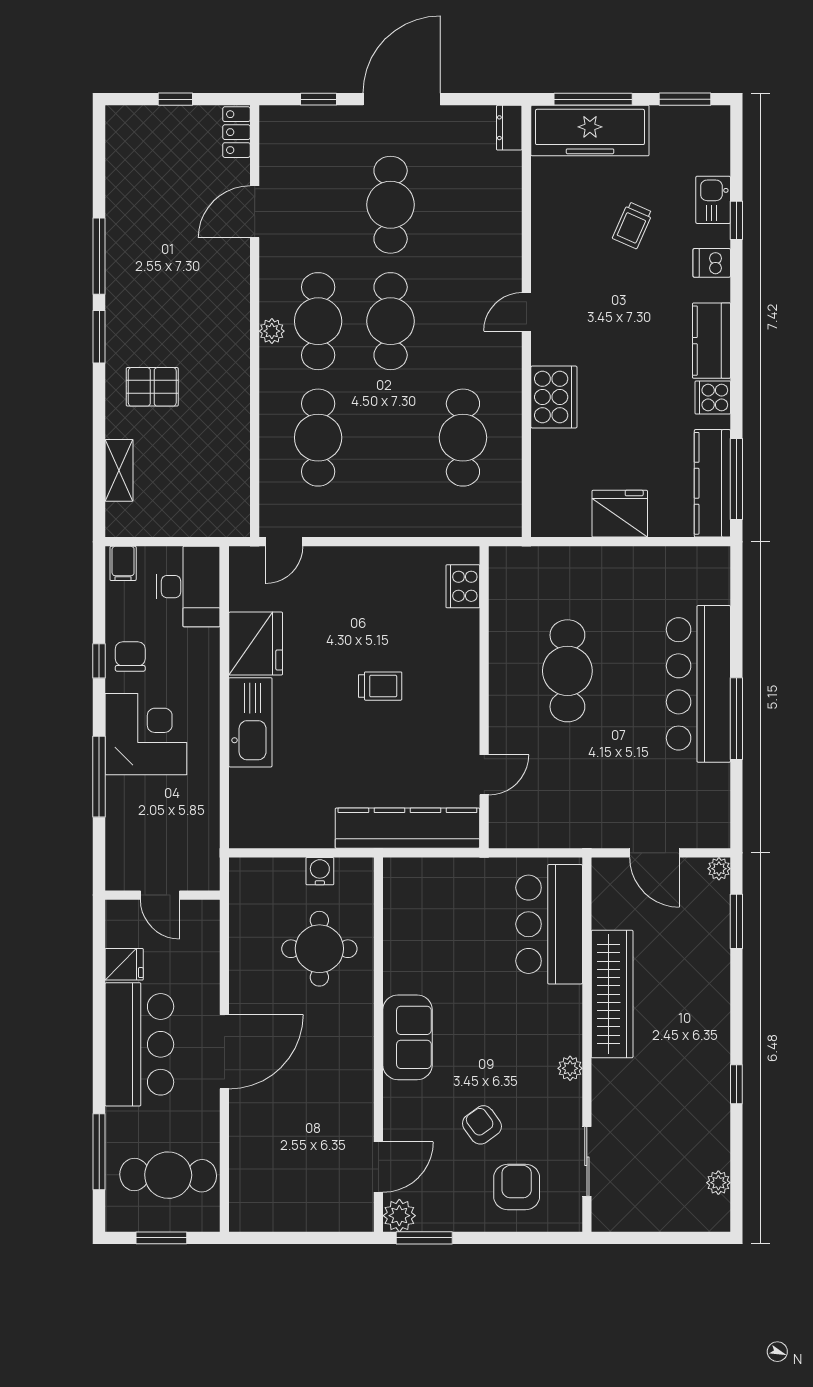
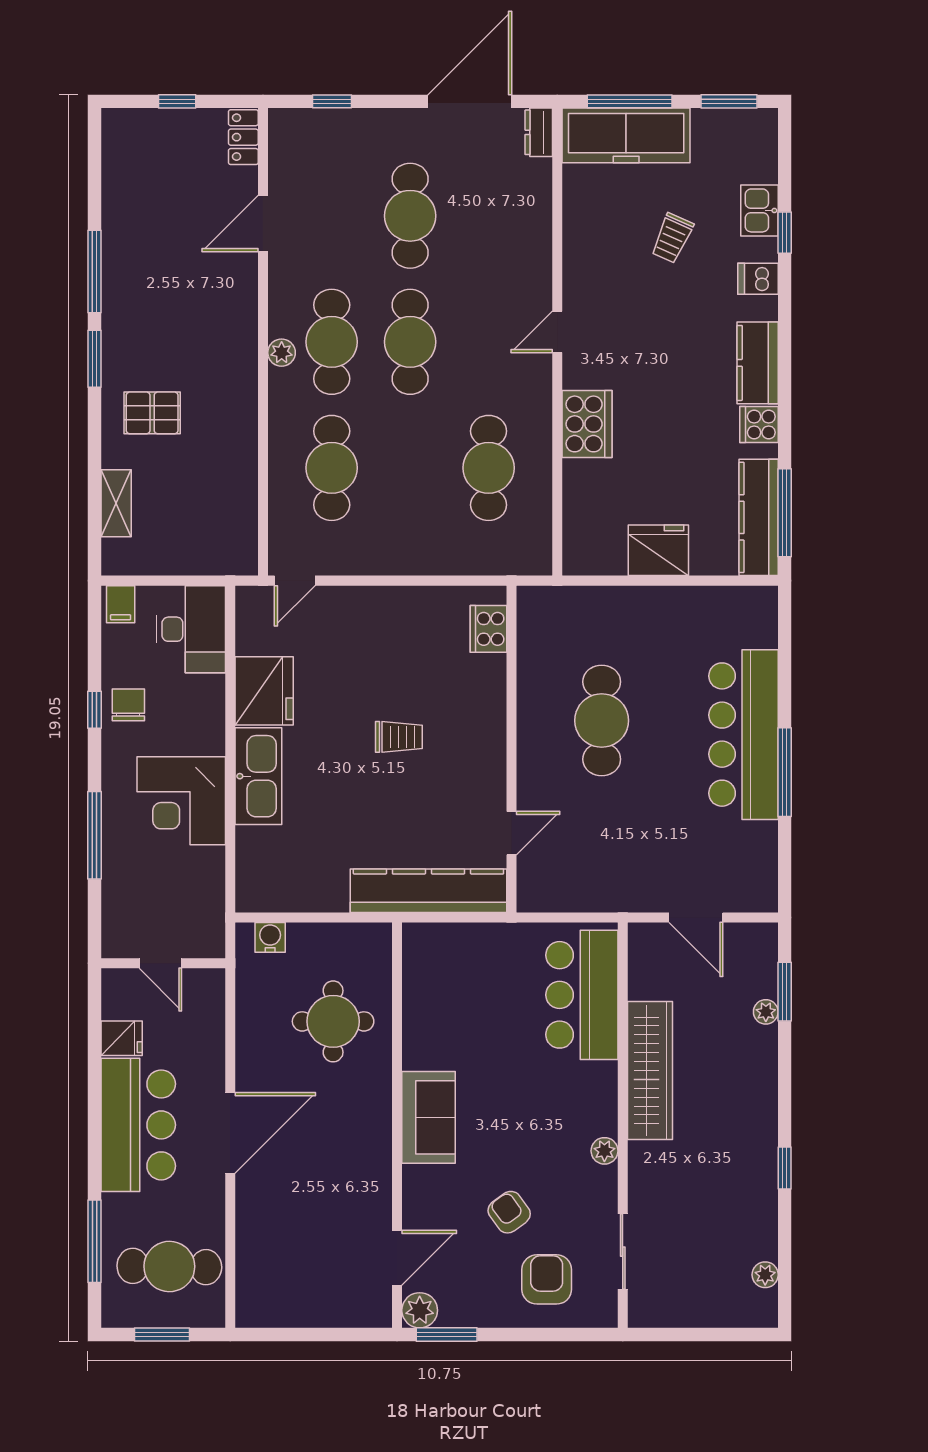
door: (402, 99) -> (470, 101), moved
corner desk: (146, 734) -> (181, 801), moved, turned 180
plant: (719, 869) -> (766, 1012), moved
water cooler: (320, 871) -> (270, 937), moved

